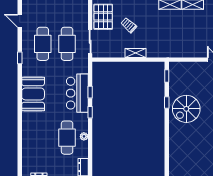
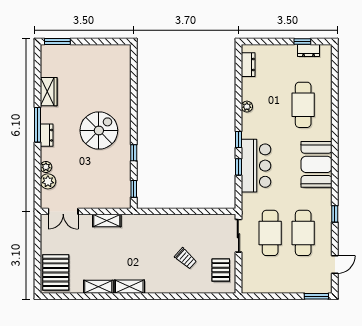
pallet: (103, 17) -> (221, 270), width x0.67, depth x0.71
door: (20, 21) -> (335, 264), hinge flipped
shelving: (136, 53) -> (107, 221), moved
spiral stairs: (186, 109) -> (99, 130), moved
cafe table: (67, 138) -> (303, 105), moved

